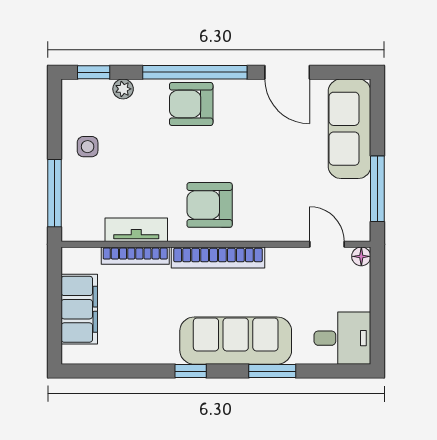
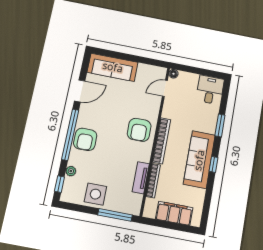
side table: (88, 147) -> (95, 194), width x1.87, depth x1.87
window: (377, 189) -> (143, 60), removed
armchair: (210, 205) -> (139, 130), moved
sofa: (236, 341) -> (199, 160), moved

